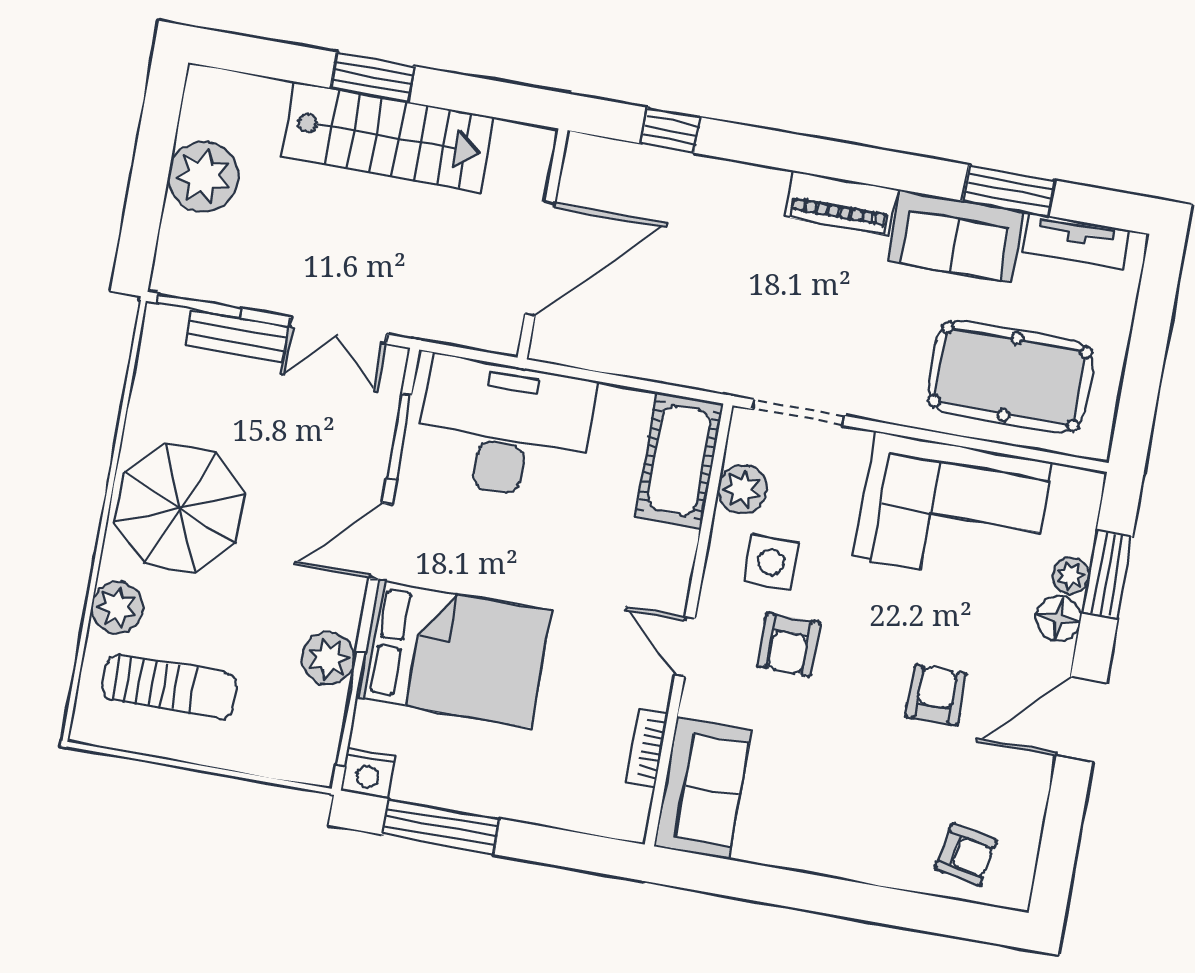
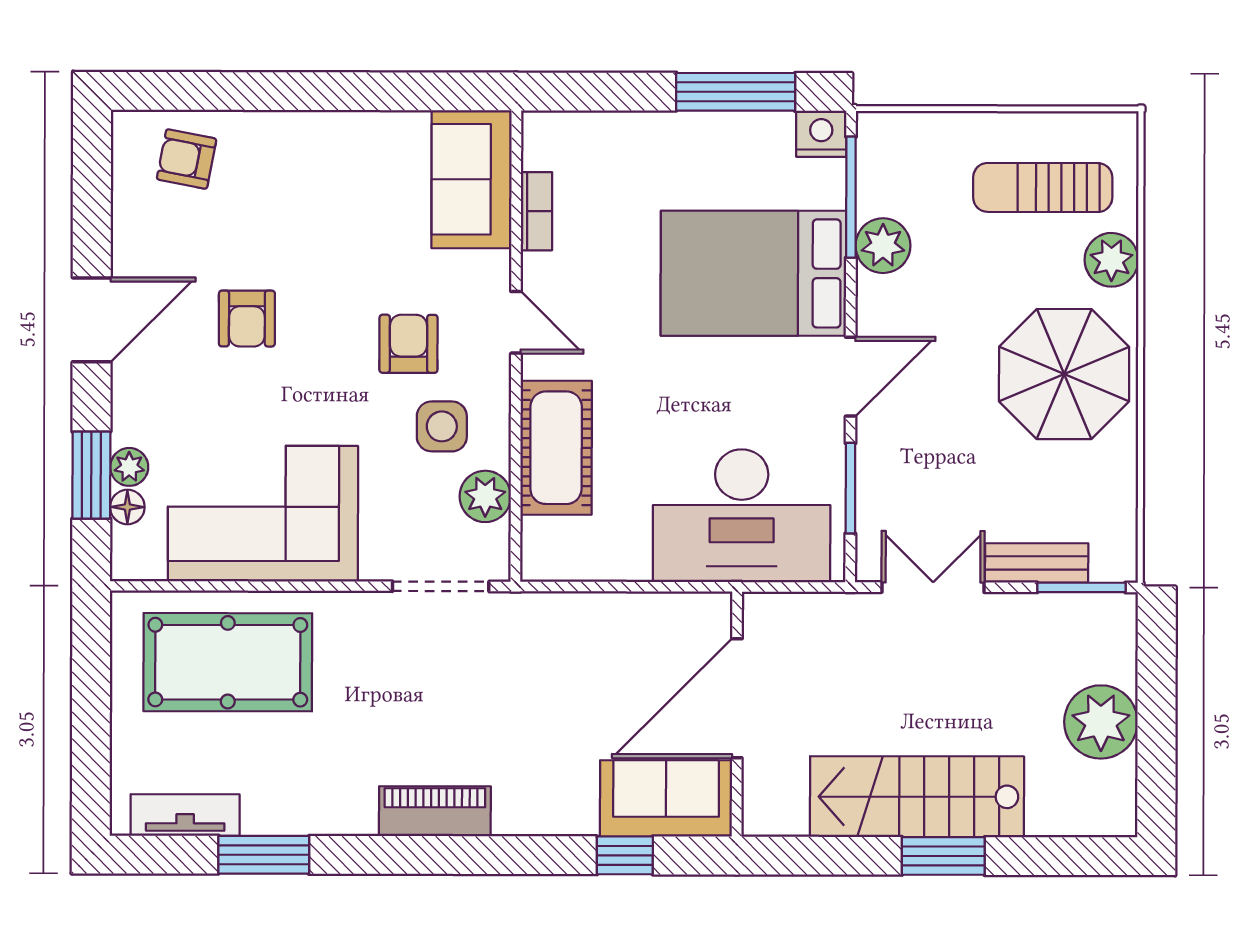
sofa: (956, 236) -> (666, 798), moved
cot: (679, 460) -> (556, 448), moved
floor lamp: (1058, 618) -> (127, 507), moved, width x0.73, depth x0.73

